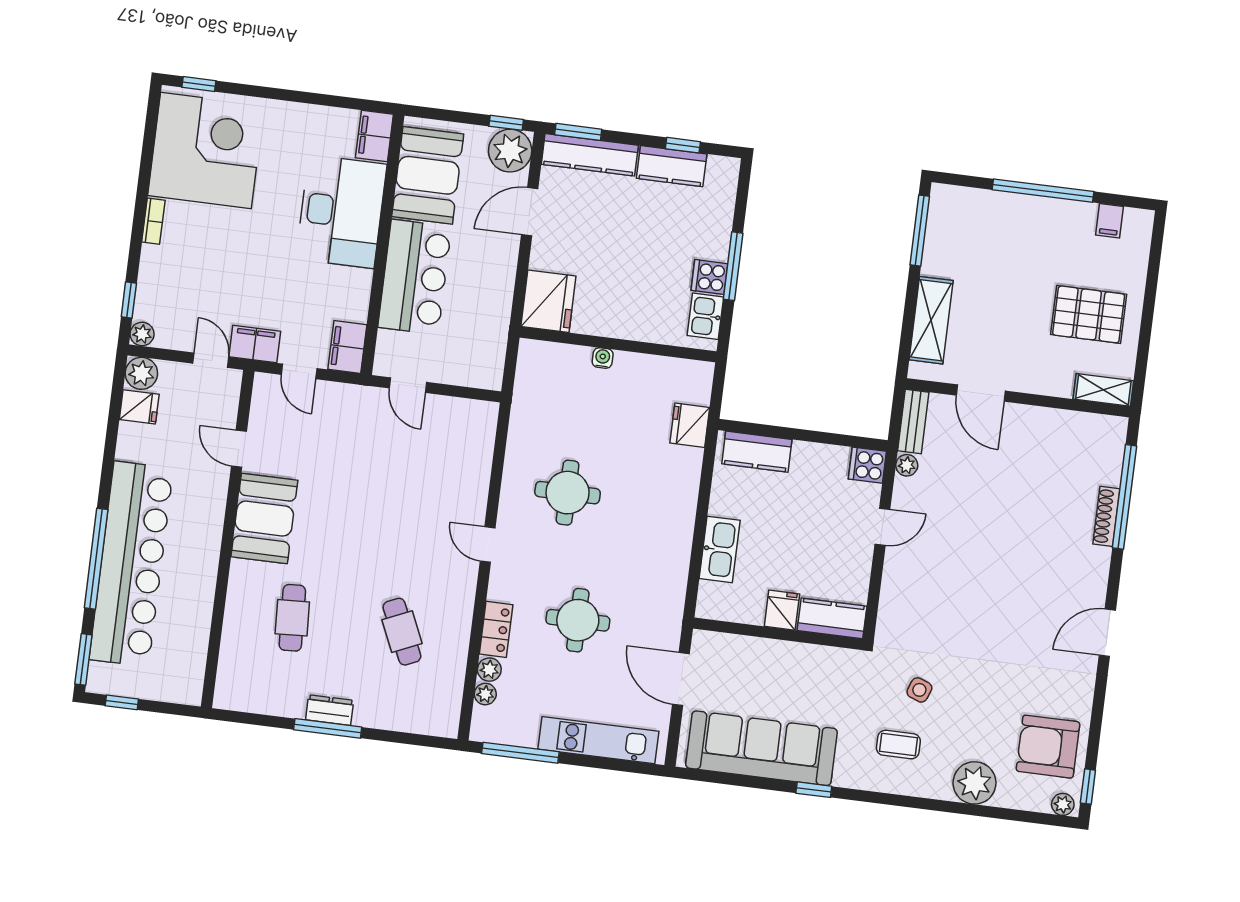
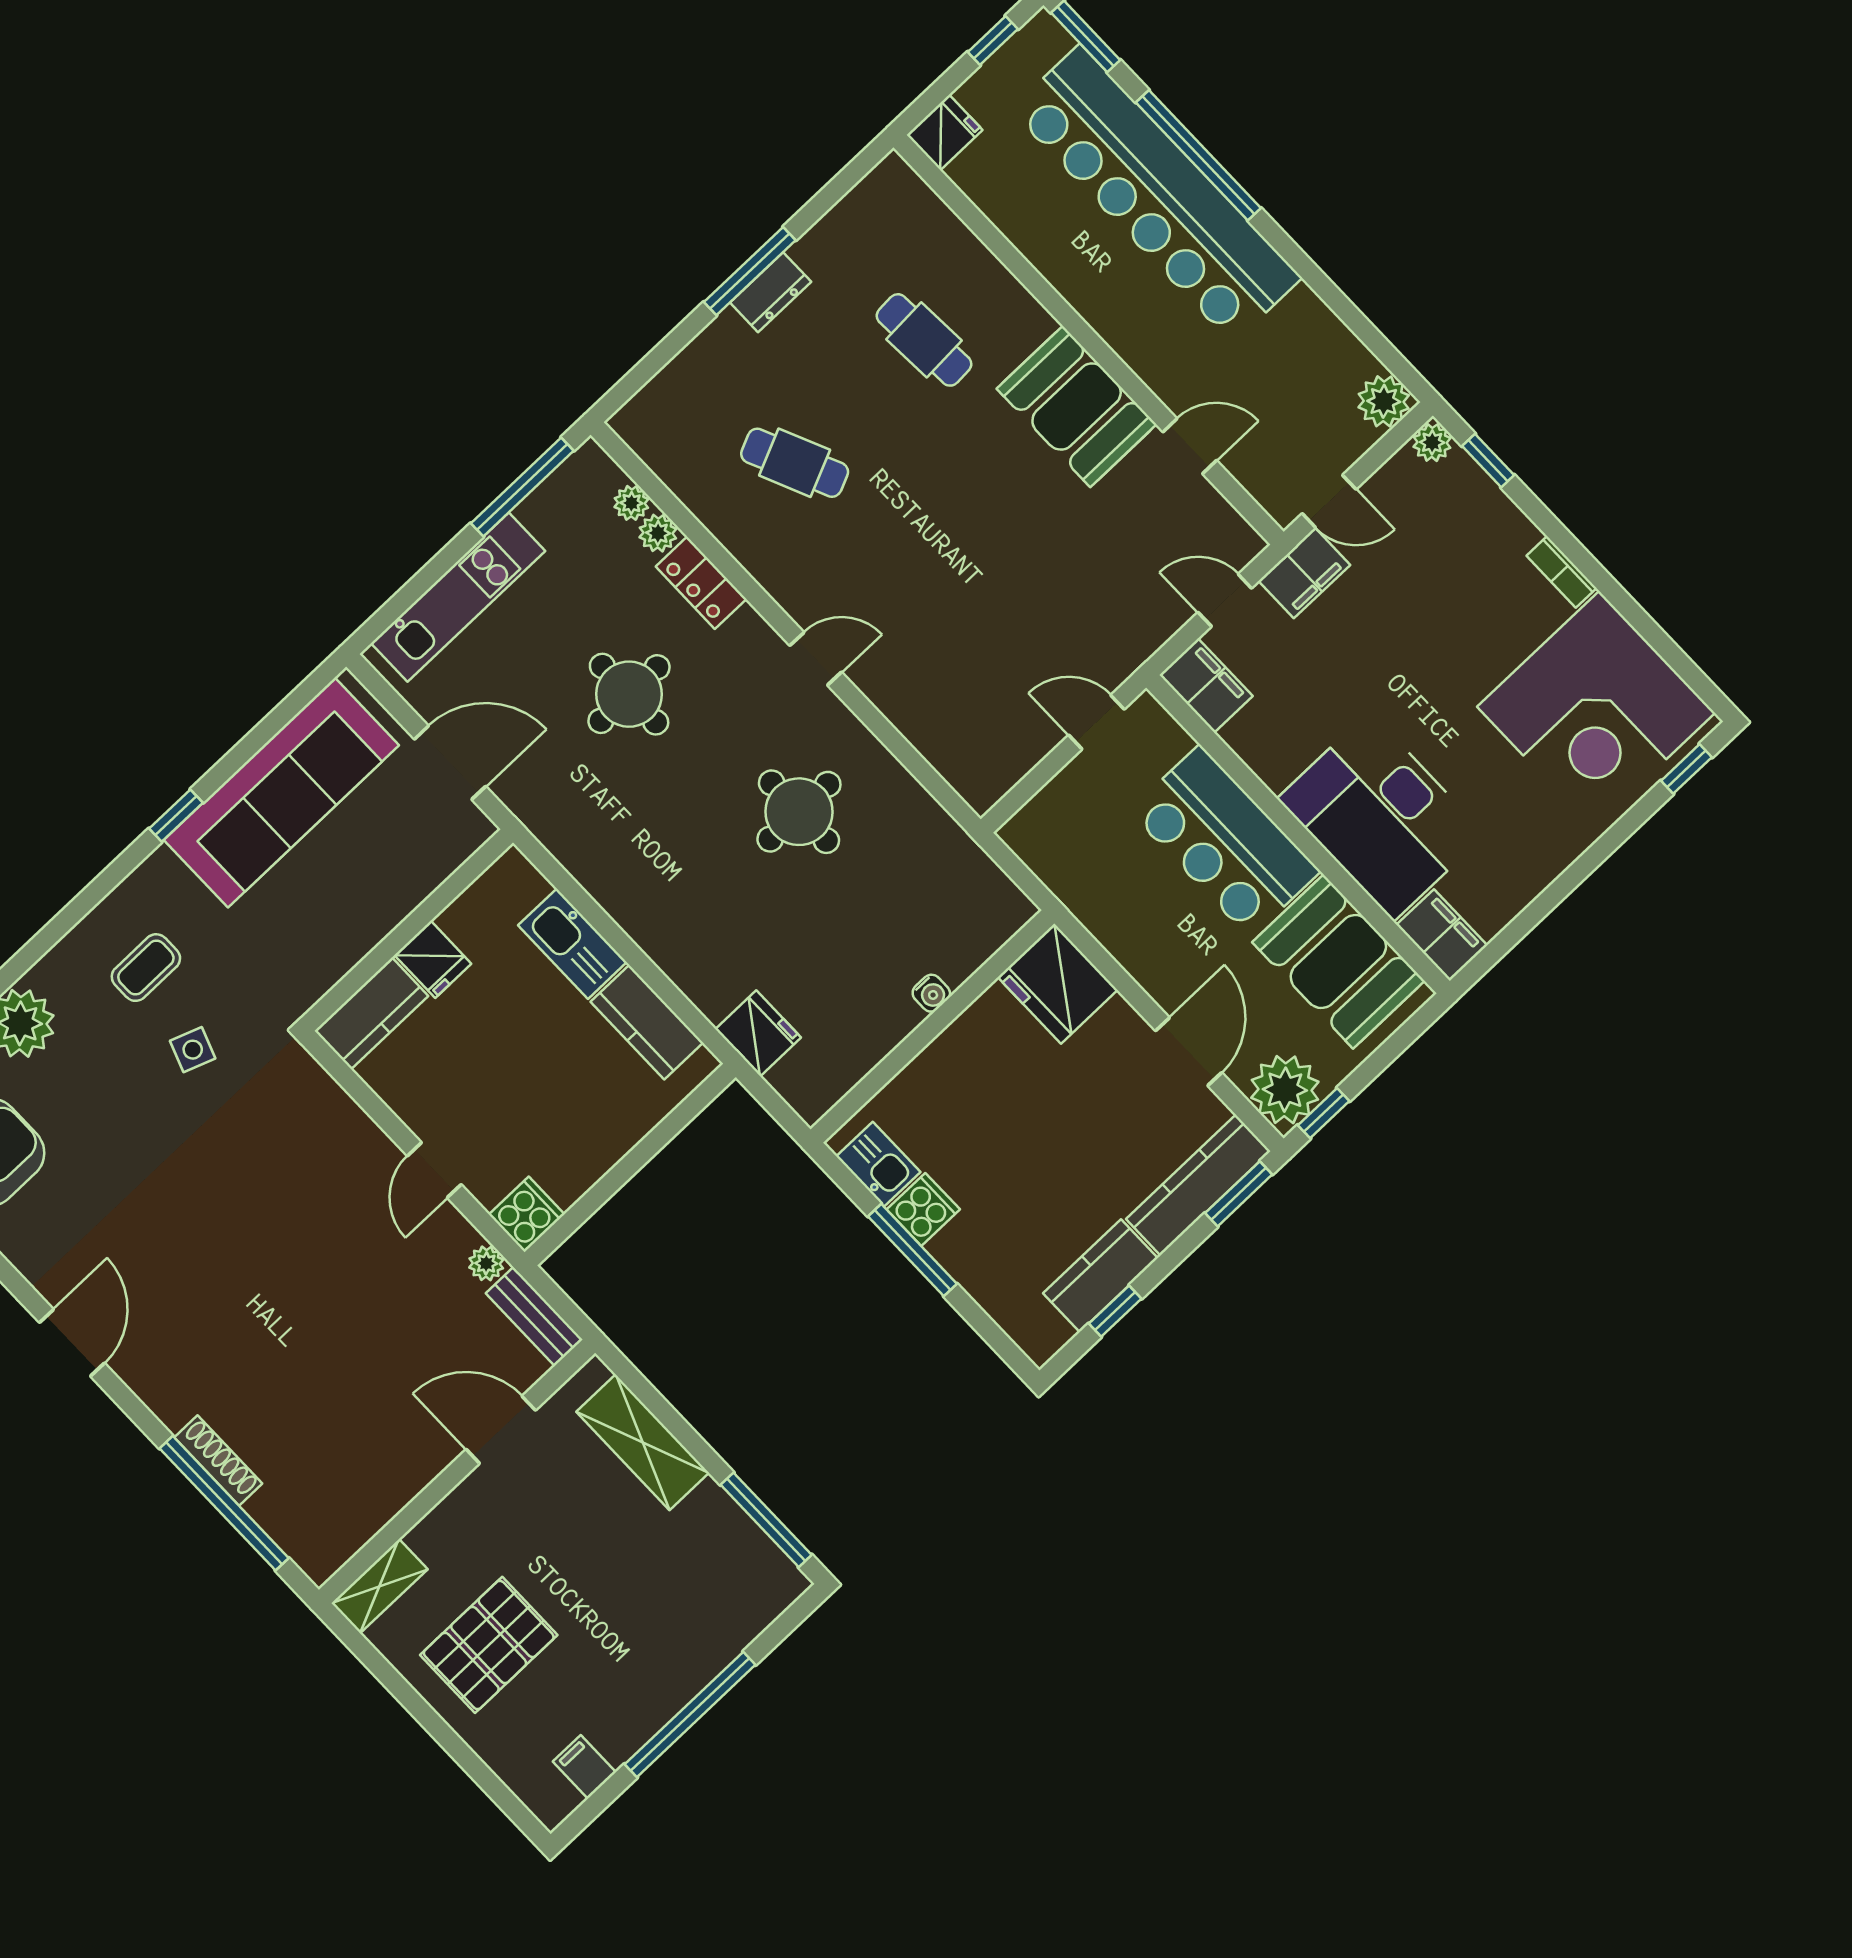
fridge: (139, 407) -> (945, 132), moved, turned 180
kitchen counter: (757, 452) -> (647, 1022), moved, turned -90

